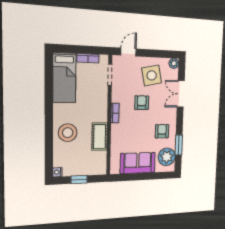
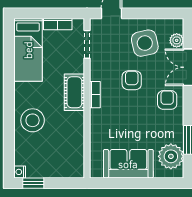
plant: (174, 63) -> (177, 40), moved
armchair: (162, 131) -> (167, 100), moved
cot: (100, 137) -> (74, 92), moved
window: (79, 180) -> (33, 183), moved

